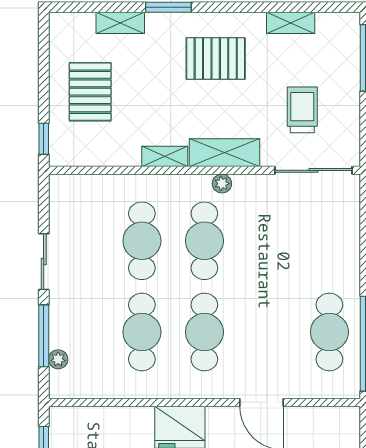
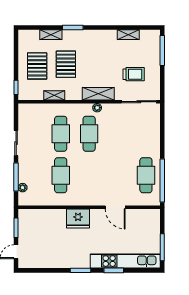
pallet: (216, 58) -> (66, 64), moved, turned 90
trolley: (302, 110) -> (134, 74), turned 90
shelving: (165, 156) -> (54, 95), moved
cafe table: (204, 332) -> (89, 175), removed

